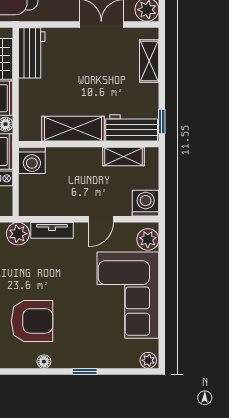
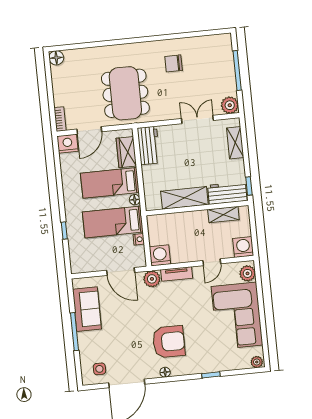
washing machine: (32, 160) -> (160, 255), moved, turned 180
floor lamp: (44, 362) -> (165, 372), moved

